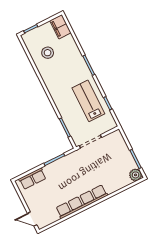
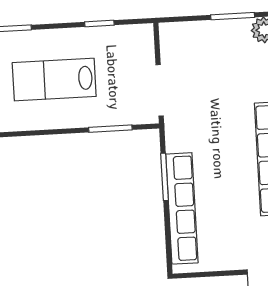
lab bench: (88, 101) -> (54, 80), moved
row of seats: (32, 179) -> (182, 208), width x2.02

